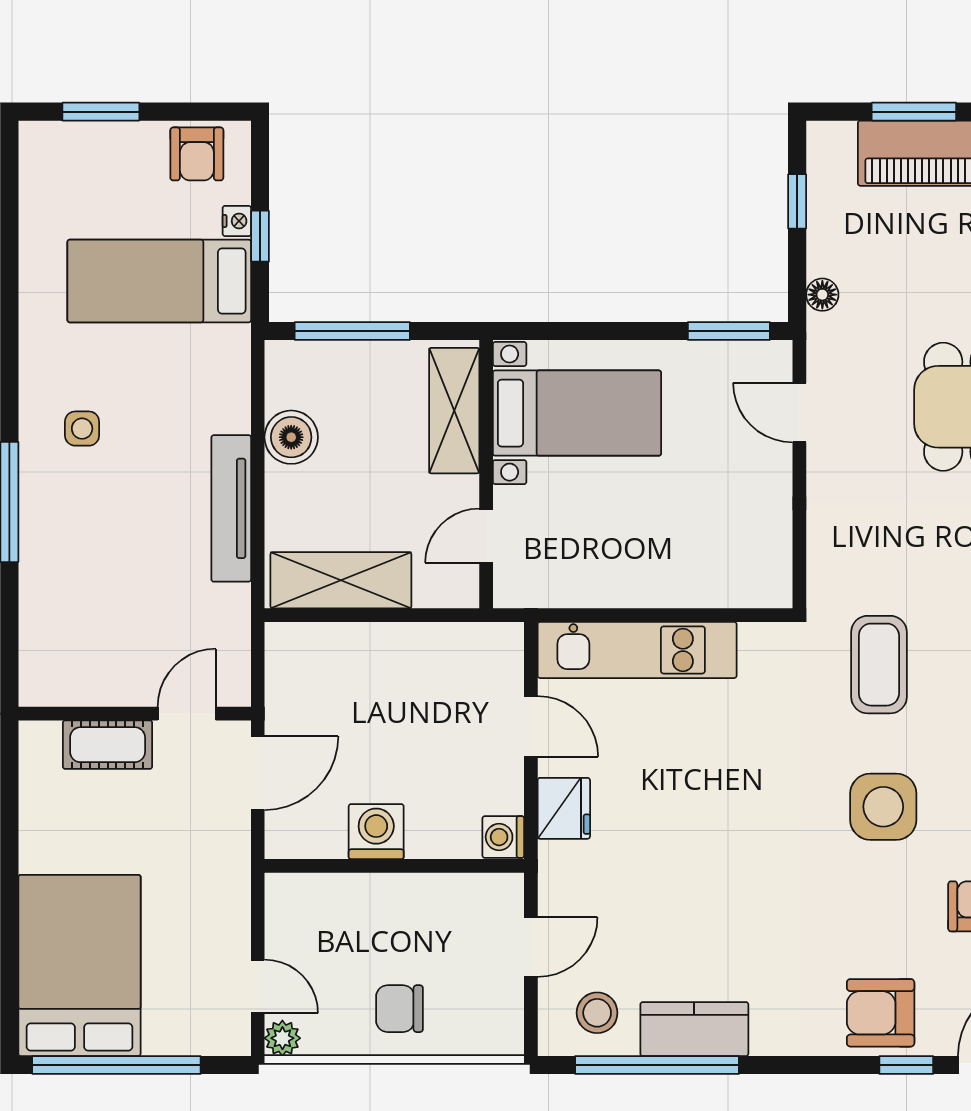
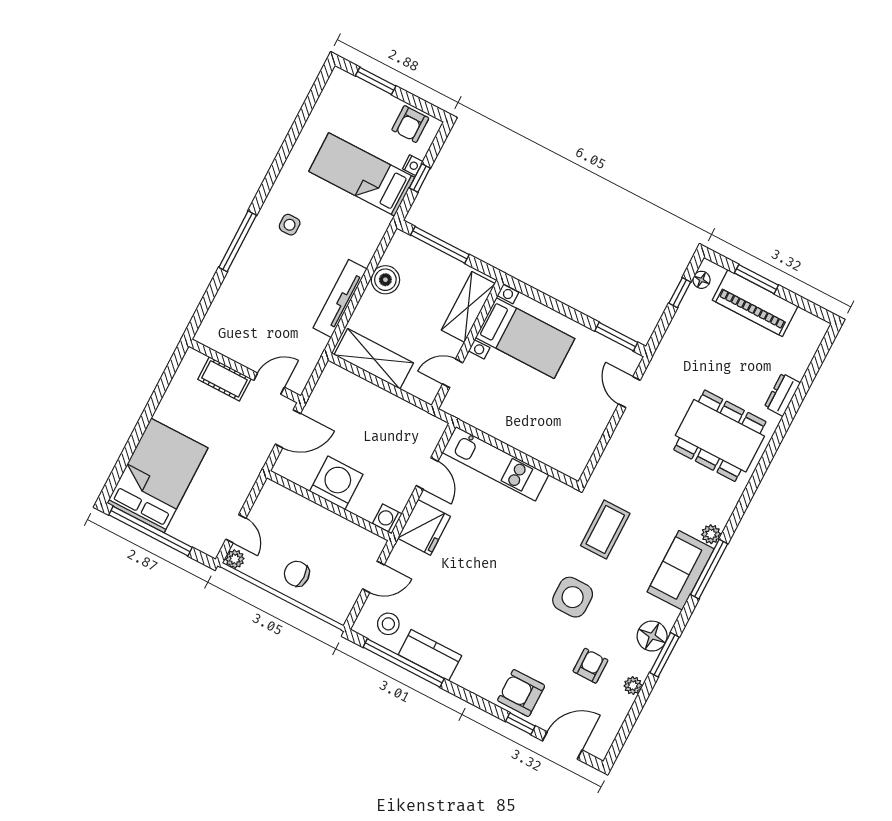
floor lamp: (822, 295) -> (701, 280), moved
fridge: (564, 808) -> (424, 527), width x1.36, depth x1.34
washing machine: (376, 832) -> (336, 483), width x1.37, depth x1.37

